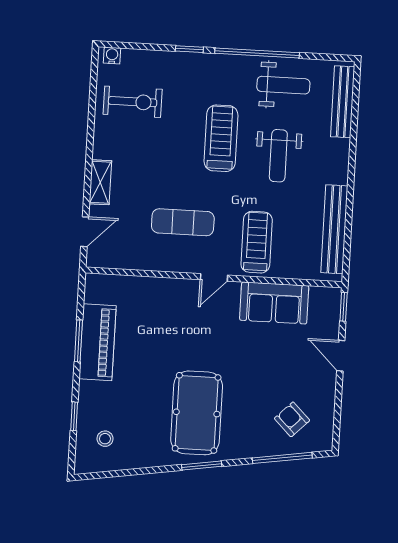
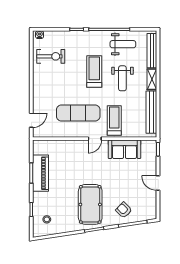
shelving: (100, 182) -> (152, 79), moved
exercise mat: (183, 222) -> (78, 113), width x1.36, depth x1.45
door: (341, 356) -> (158, 183), moved
armchair: (292, 419) -> (124, 210), moved

